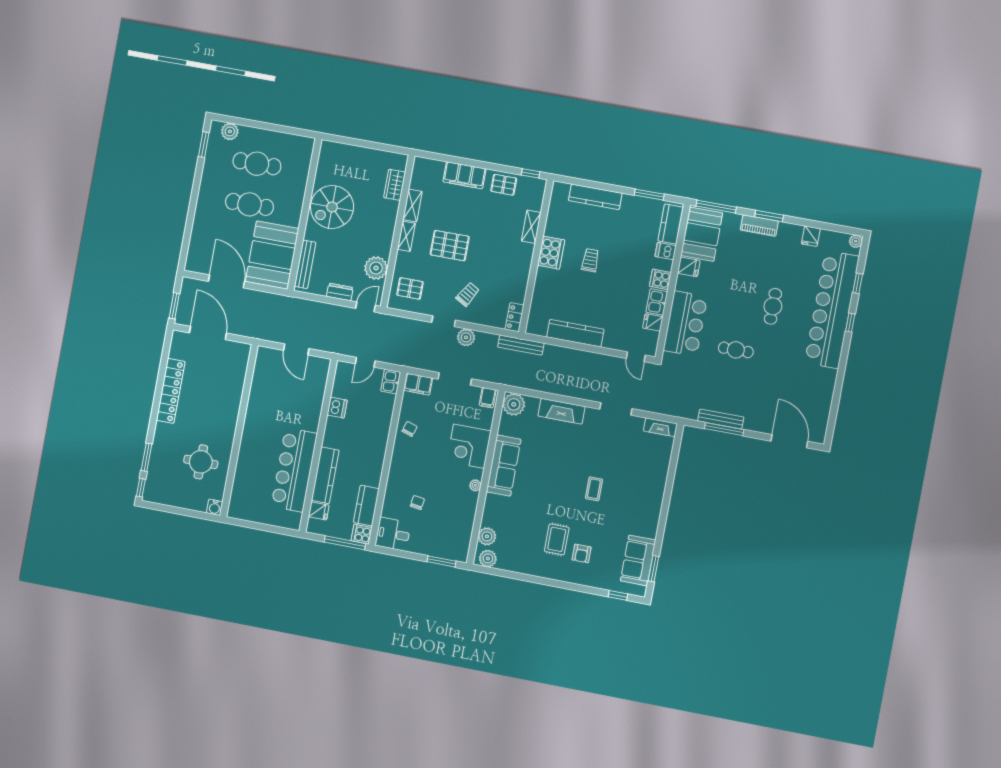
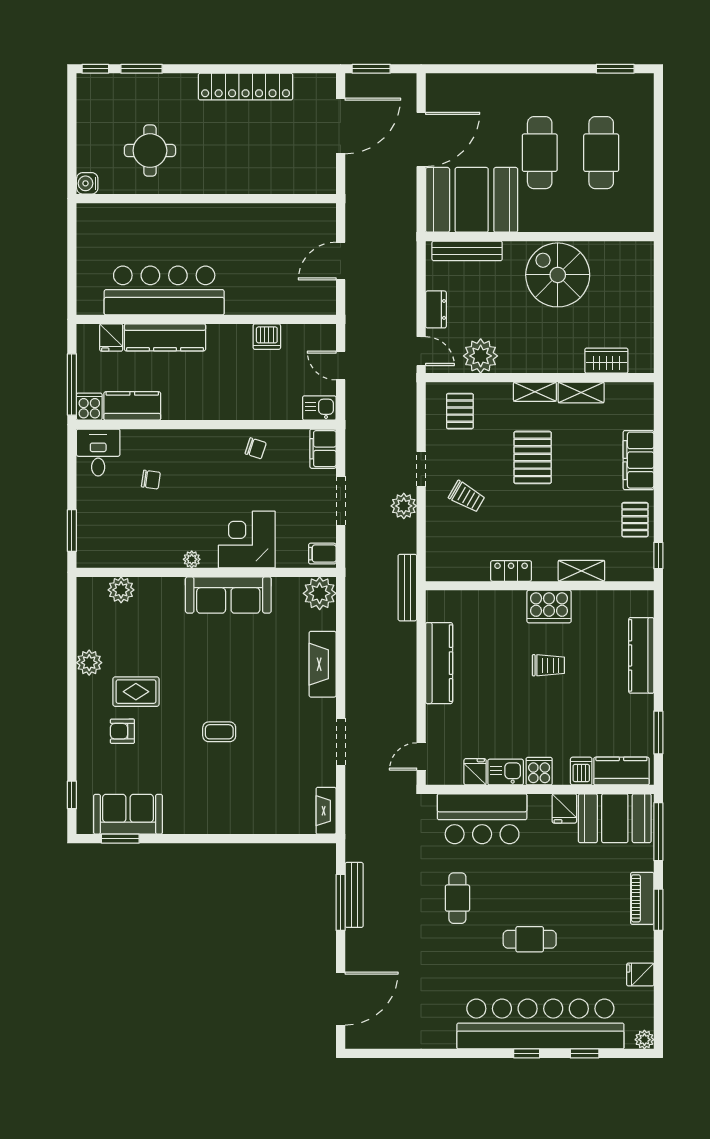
plant: (230, 131) -> (641, 104), removed
locker: (515, 317) -> (511, 571), moved
plant: (488, 559) -> (89, 663), moved

